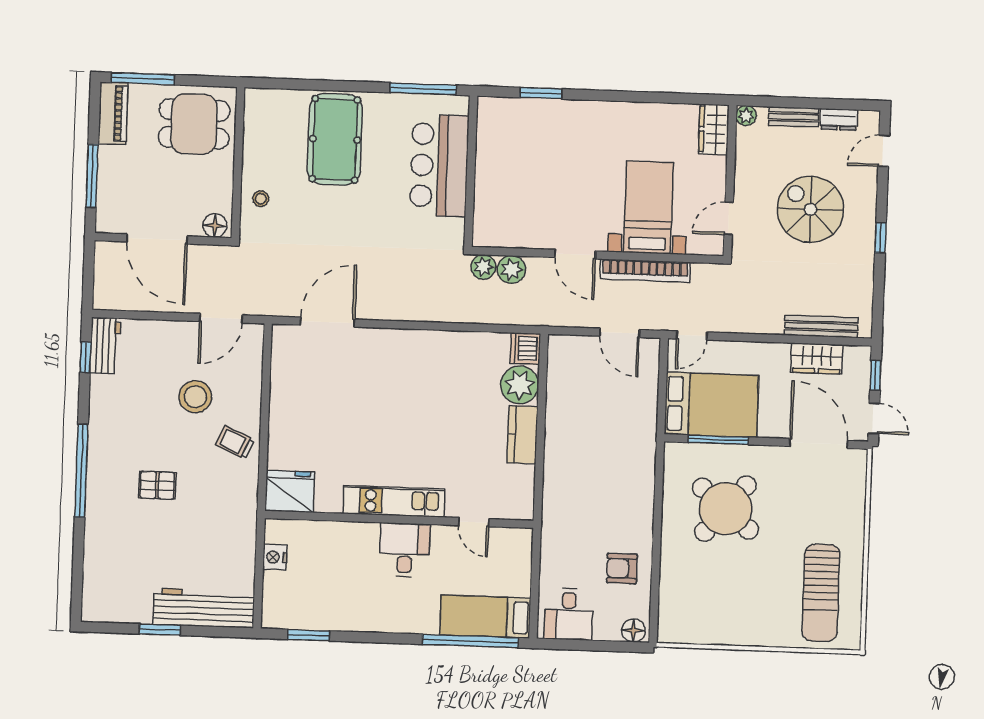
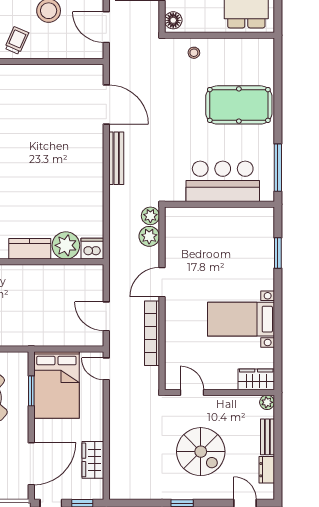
bed with nightstands: (648, 207) -> (241, 319), moved, turned 180
spiral stairs: (811, 209) -> (201, 452), turned 90
bench: (821, 326) -> (116, 158), moved
door: (620, 333) -> (106, 316), hinge flipped
window: (718, 440) -> (31, 391), width x0.69

